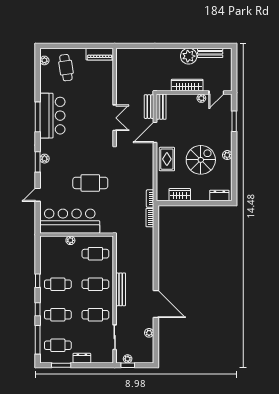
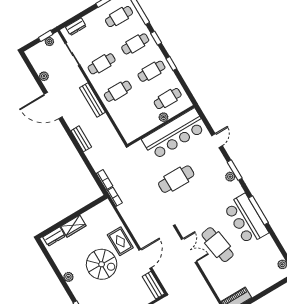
cafe table: (66, 68) -> (218, 245), moved, width x1.37, depth x1.35
bench: (149, 107) -> (81, 139), moved
double door: (115, 118) -> (189, 250), swing flipped
spiral stairs: (201, 160) -> (102, 264), moved, turned -90
wardrobe: (180, 195) -> (73, 226), moved
cafe table: (95, 254) -> (168, 99), moved
dresser: (82, 358) -> (76, 27), moved

